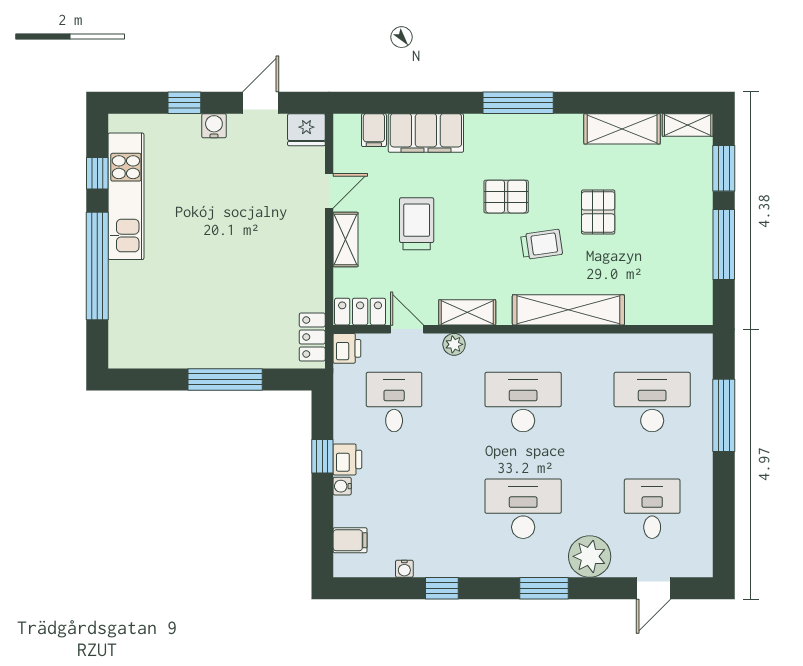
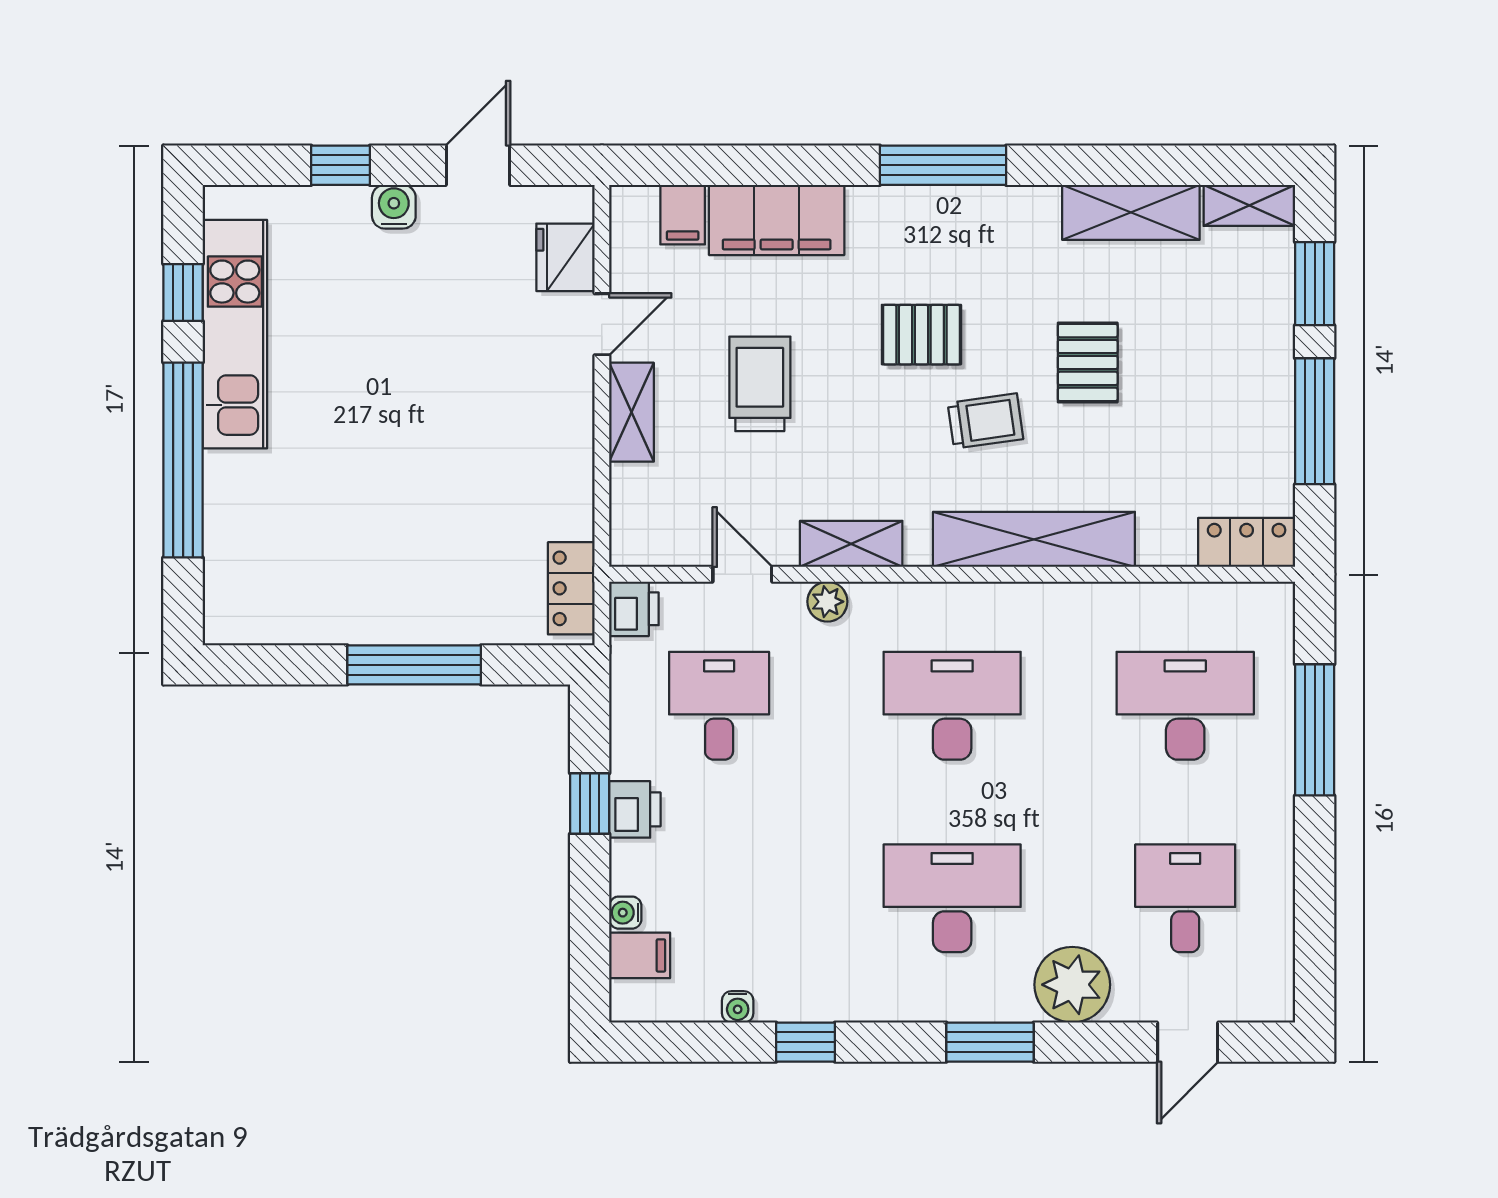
fridge: (306, 130) -> (565, 257), moved, turned 90
locker: (360, 312) -> (1247, 542), moved
water cooler: (342, 486) -> (625, 913), moved

